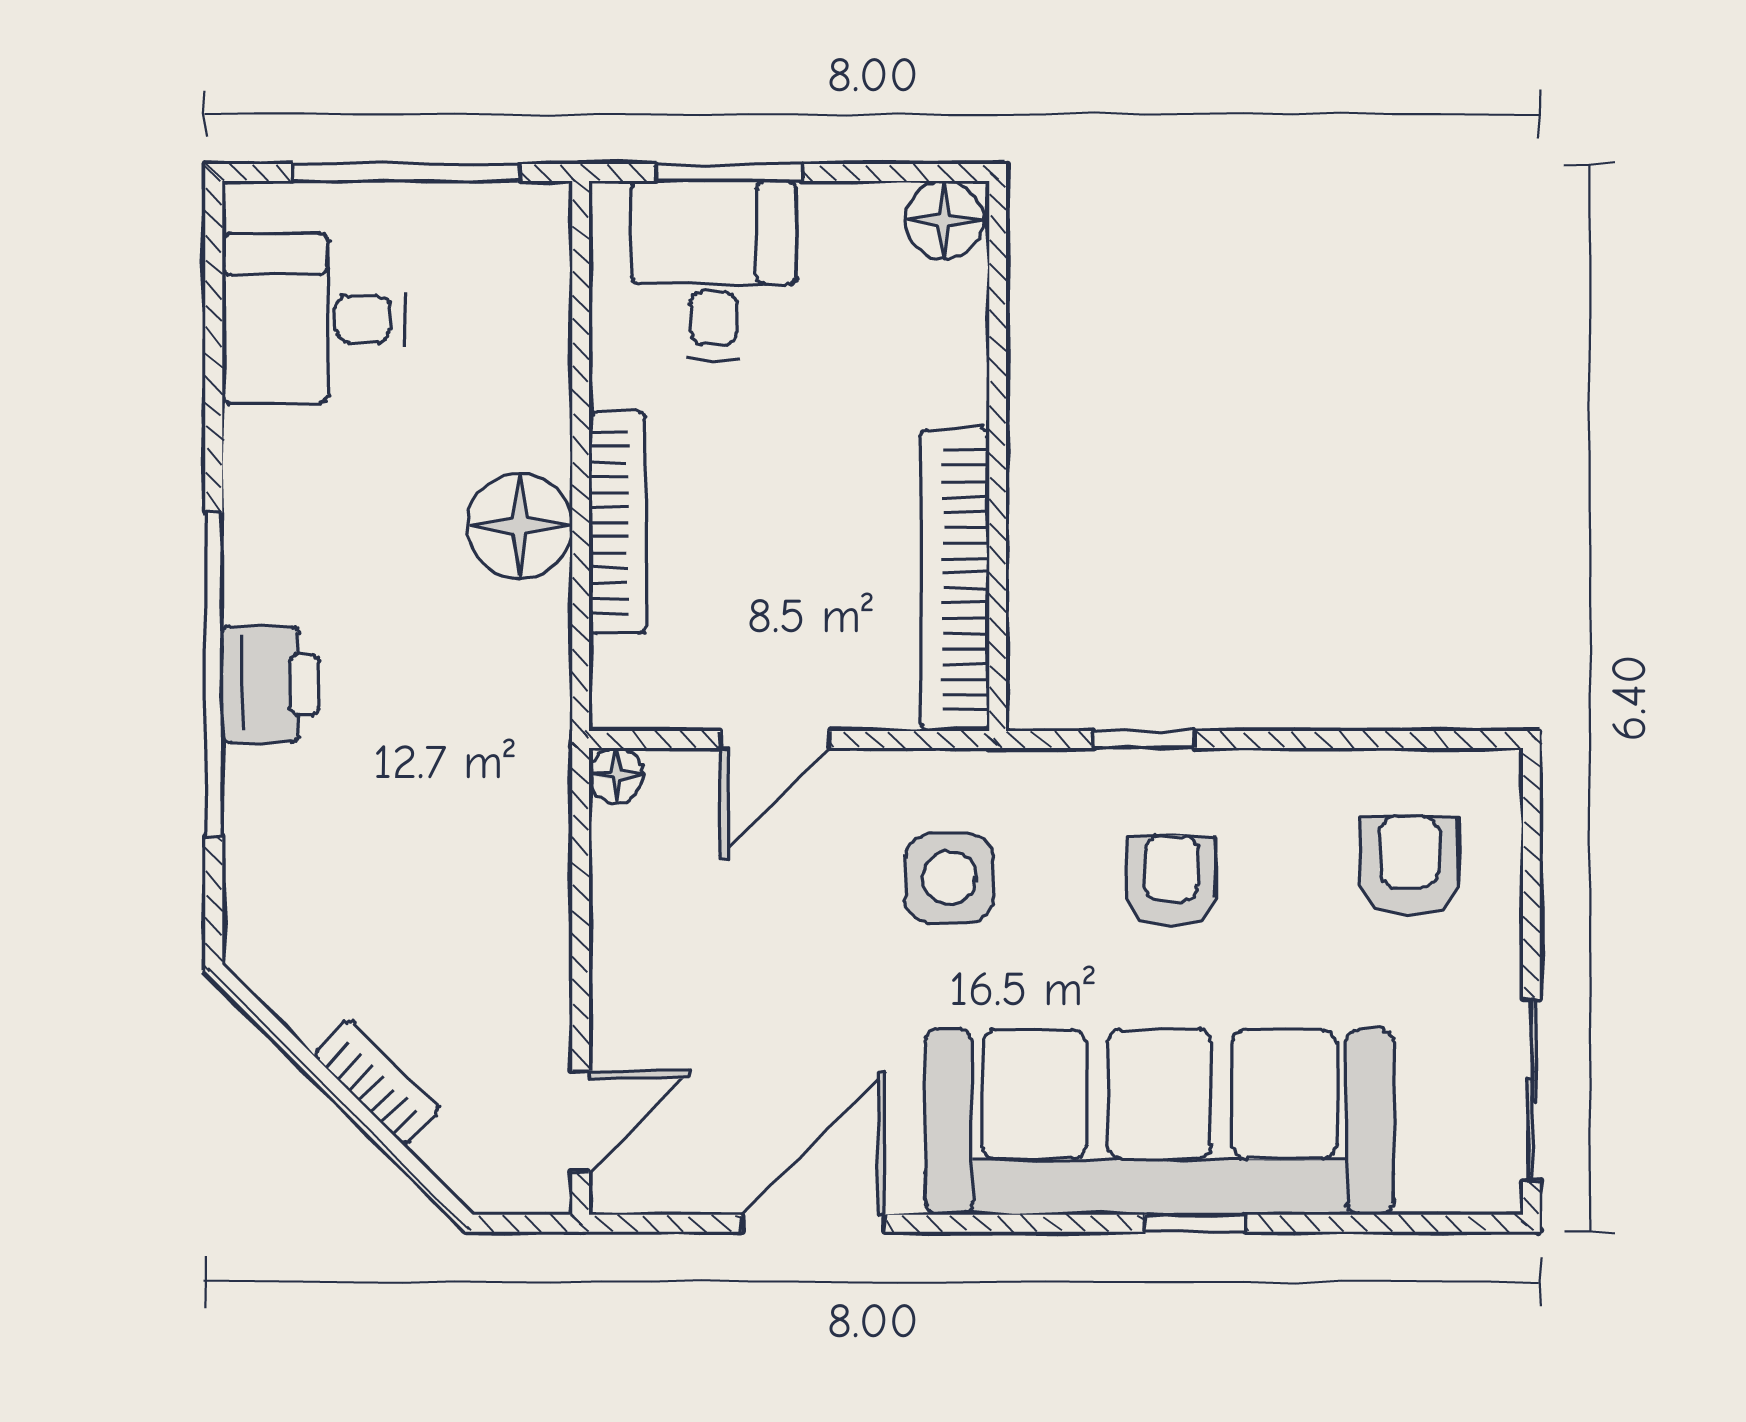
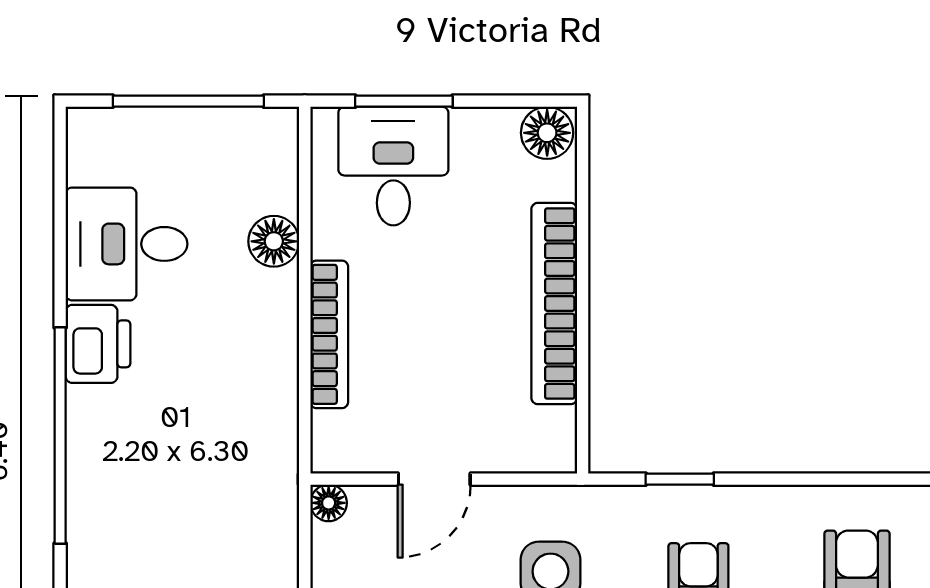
desk: (313, 319) -> (127, 244), moved
floor lamp: (520, 526) -> (274, 241), moved, width x0.73, depth x0.73
bookcase: (955, 580) -> (554, 304), moved
printer: (270, 684) -> (98, 344), moved

